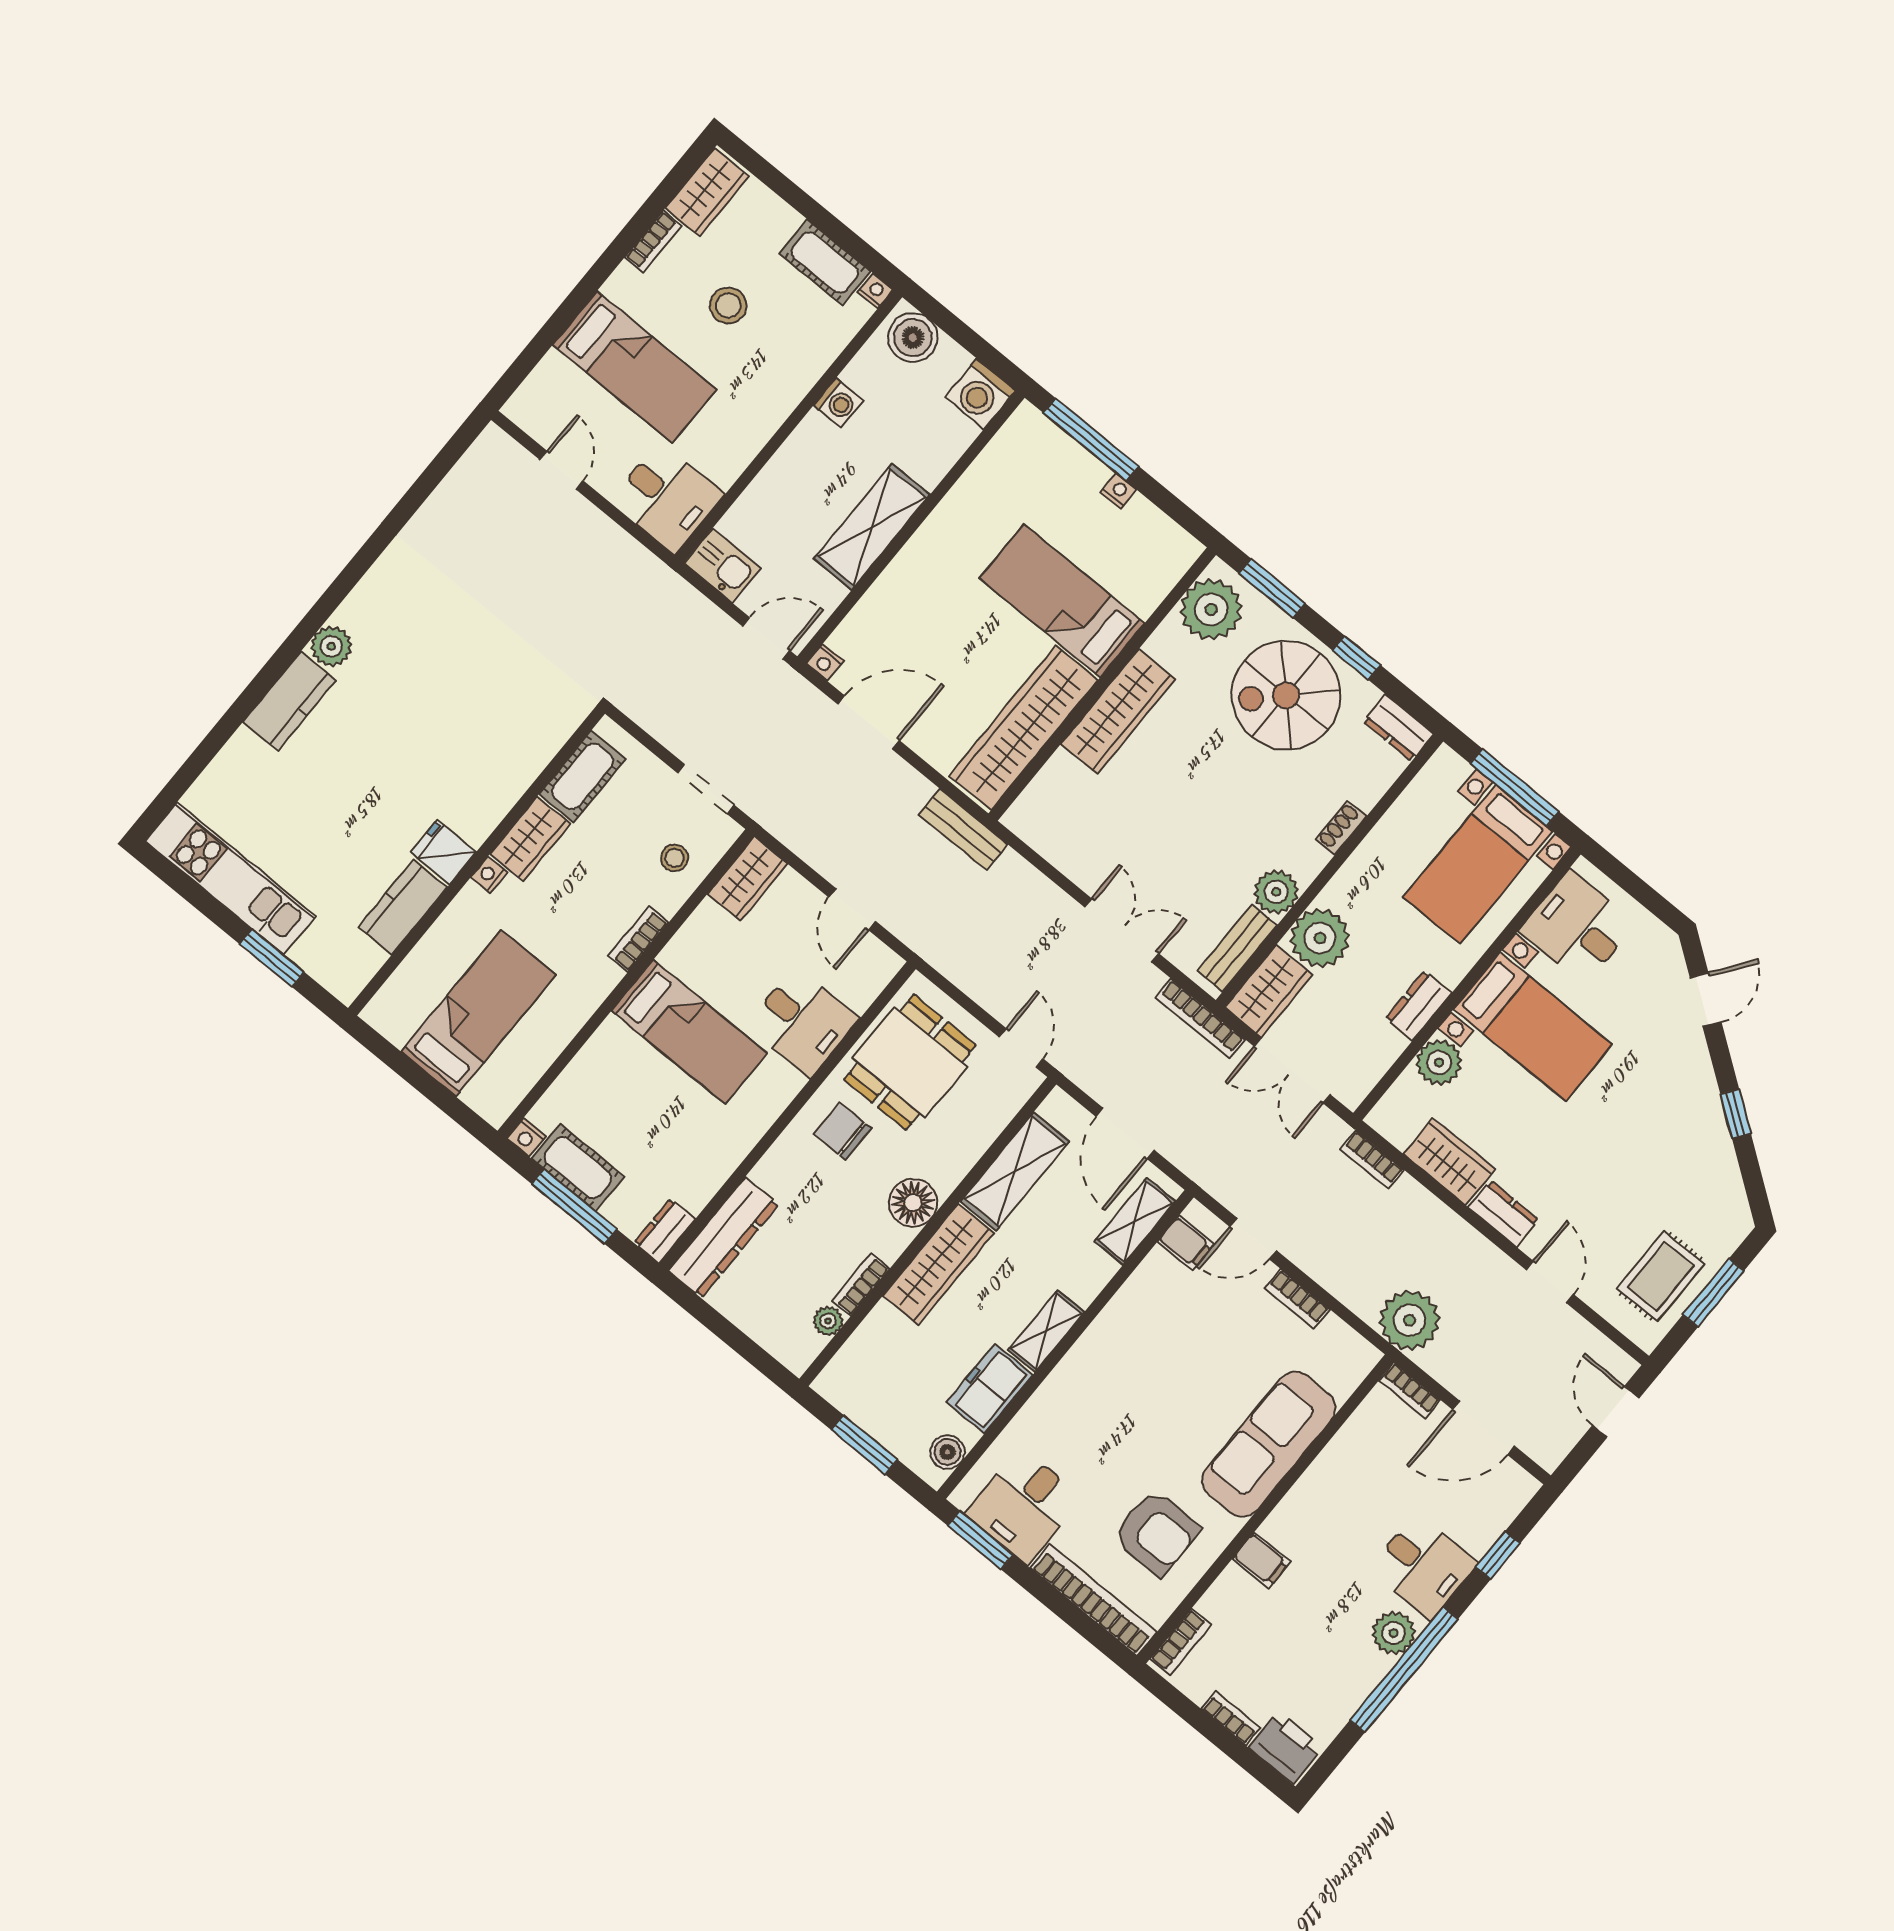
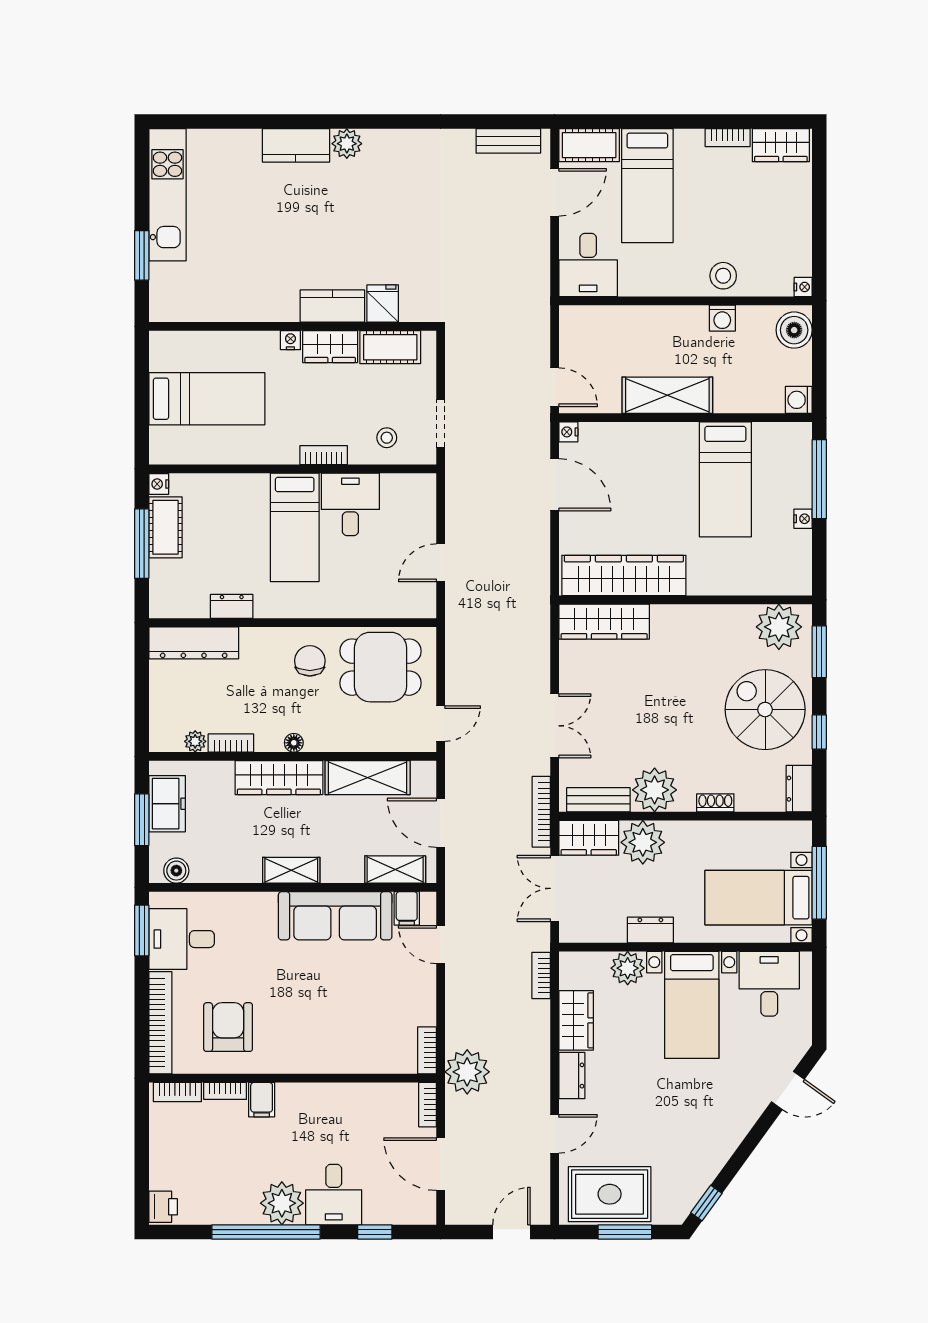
cot: (825, 262) -> (589, 145), moved, turned 90
stool: (728, 305) -> (723, 276), moved
washing machine: (980, 394) -> (799, 400), width x0.73, depth x0.73
door: (562, 470) -> (555, 192), width x1.38
kitchen sink: (723, 566) -> (575, 329), removed
bed: (1062, 601) -> (725, 479), moved, turned 180
wardrobe: (1118, 712) -> (604, 622), moved
bench: (963, 829) -> (508, 141), moved, turned 90
fridge: (443, 852) -> (383, 303), moved
wardrobe: (748, 879) -> (409, 489), removed
plant: (1276, 892) -> (655, 790), width x1.36, depth x1.36
kitchen counter: (403, 907) -> (332, 306), moved
desk: (803, 1022) -> (350, 504), moved, turned 180
window: (1736, 1114) -> (706, 1203), moved
door: (1125, 1133) -> (441, 823), hinge flipped
floor lamp: (913, 1203) -> (294, 743), width x0.53, depth x0.53
dresser: (665, 1231) -> (232, 606), moved
rug: (1661, 1276) -> (610, 1194), width x1.36, depth x1.43
bookcase: (1297, 1299) -> (427, 1050), moved
freezer: (990, 1388) -> (167, 804), moved, turned 90
sofa: (1269, 1444) -> (335, 916), moved, turned 180
armchair: (1156, 1533) -> (228, 1027), turned 180
plant: (1394, 1633) -> (282, 1203), width x1.36, depth x1.36
bookcase: (1231, 1718) -> (225, 1091), moved, turned 90
printer: (1286, 1747) -> (163, 1207), width x0.73, depth x0.81

